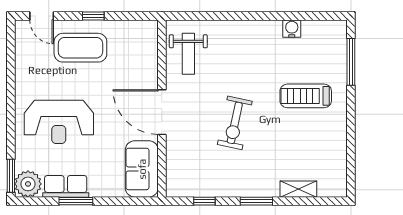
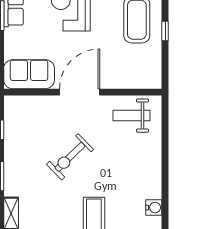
exercise bike: (235, 123) -> (70, 157), turned -56

